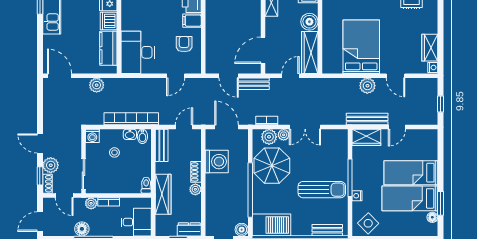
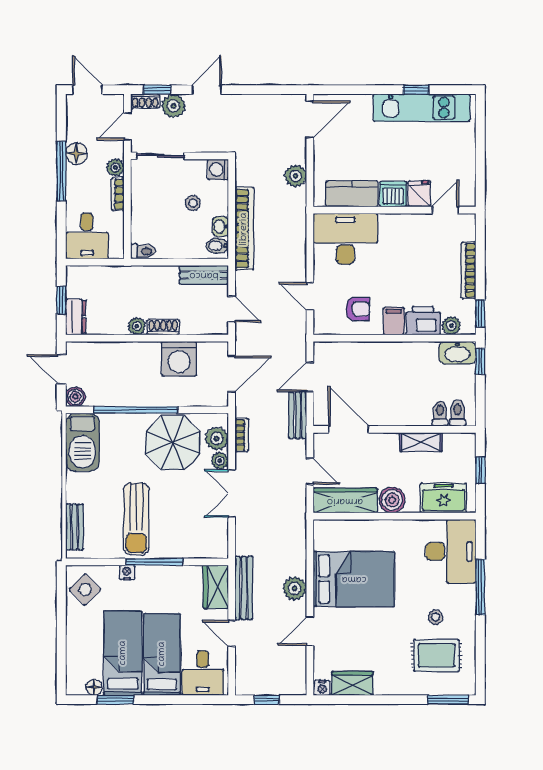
desk: (423, 146) -> (203, 673), added
wardrobe: (163, 194) -> (129, 277), removed

